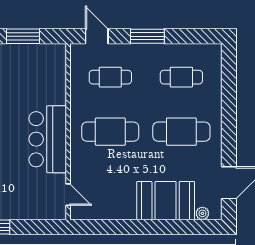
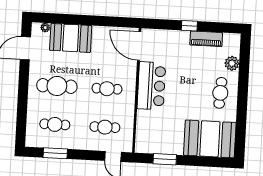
window: (147, 36) -> (55, 153), moved
cafe table: (110, 132) -> (107, 89), width x0.73, depth x0.74
door: (68, 195) -> (139, 46), width x1.87

